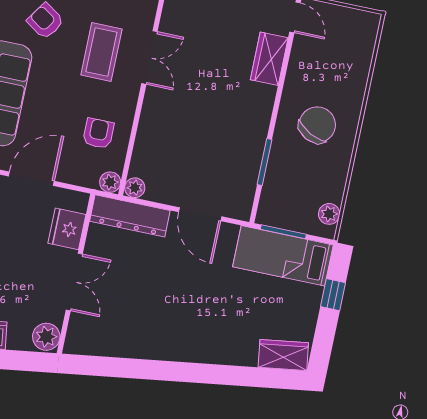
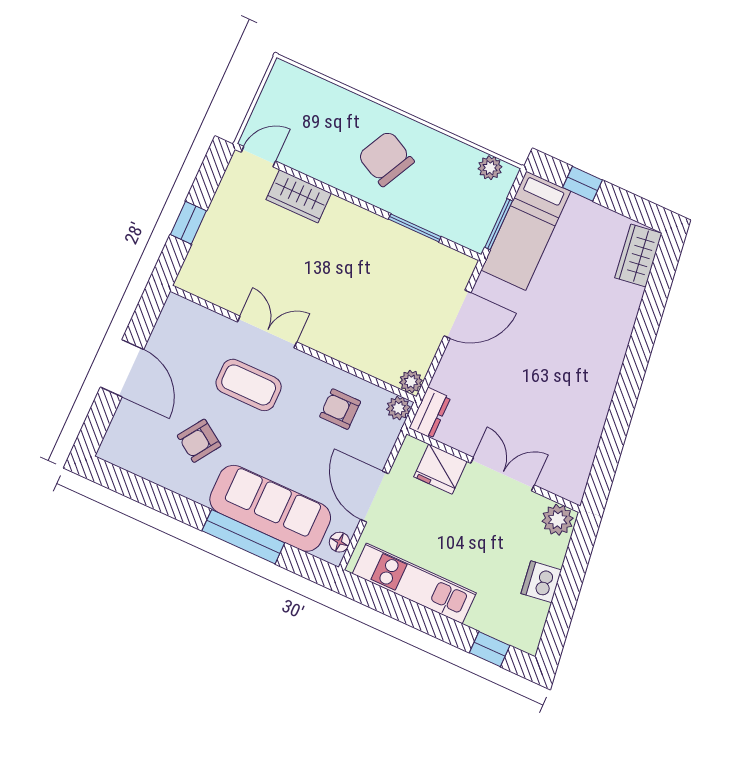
dresser: (130, 216) -> (430, 413), width x0.51, depth x0.80

